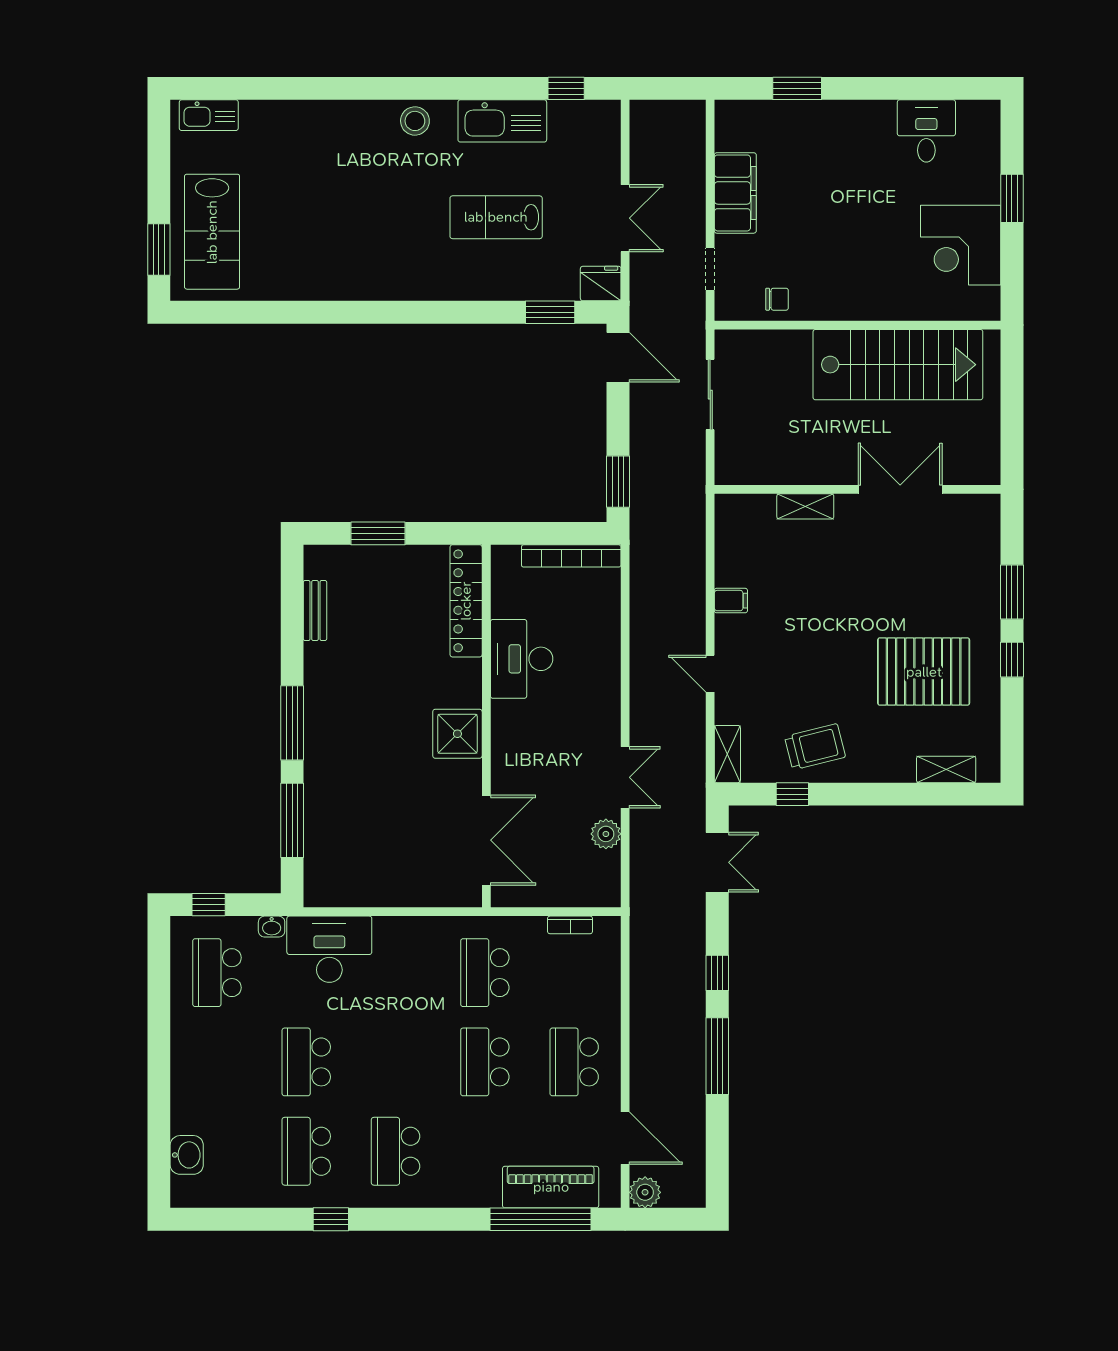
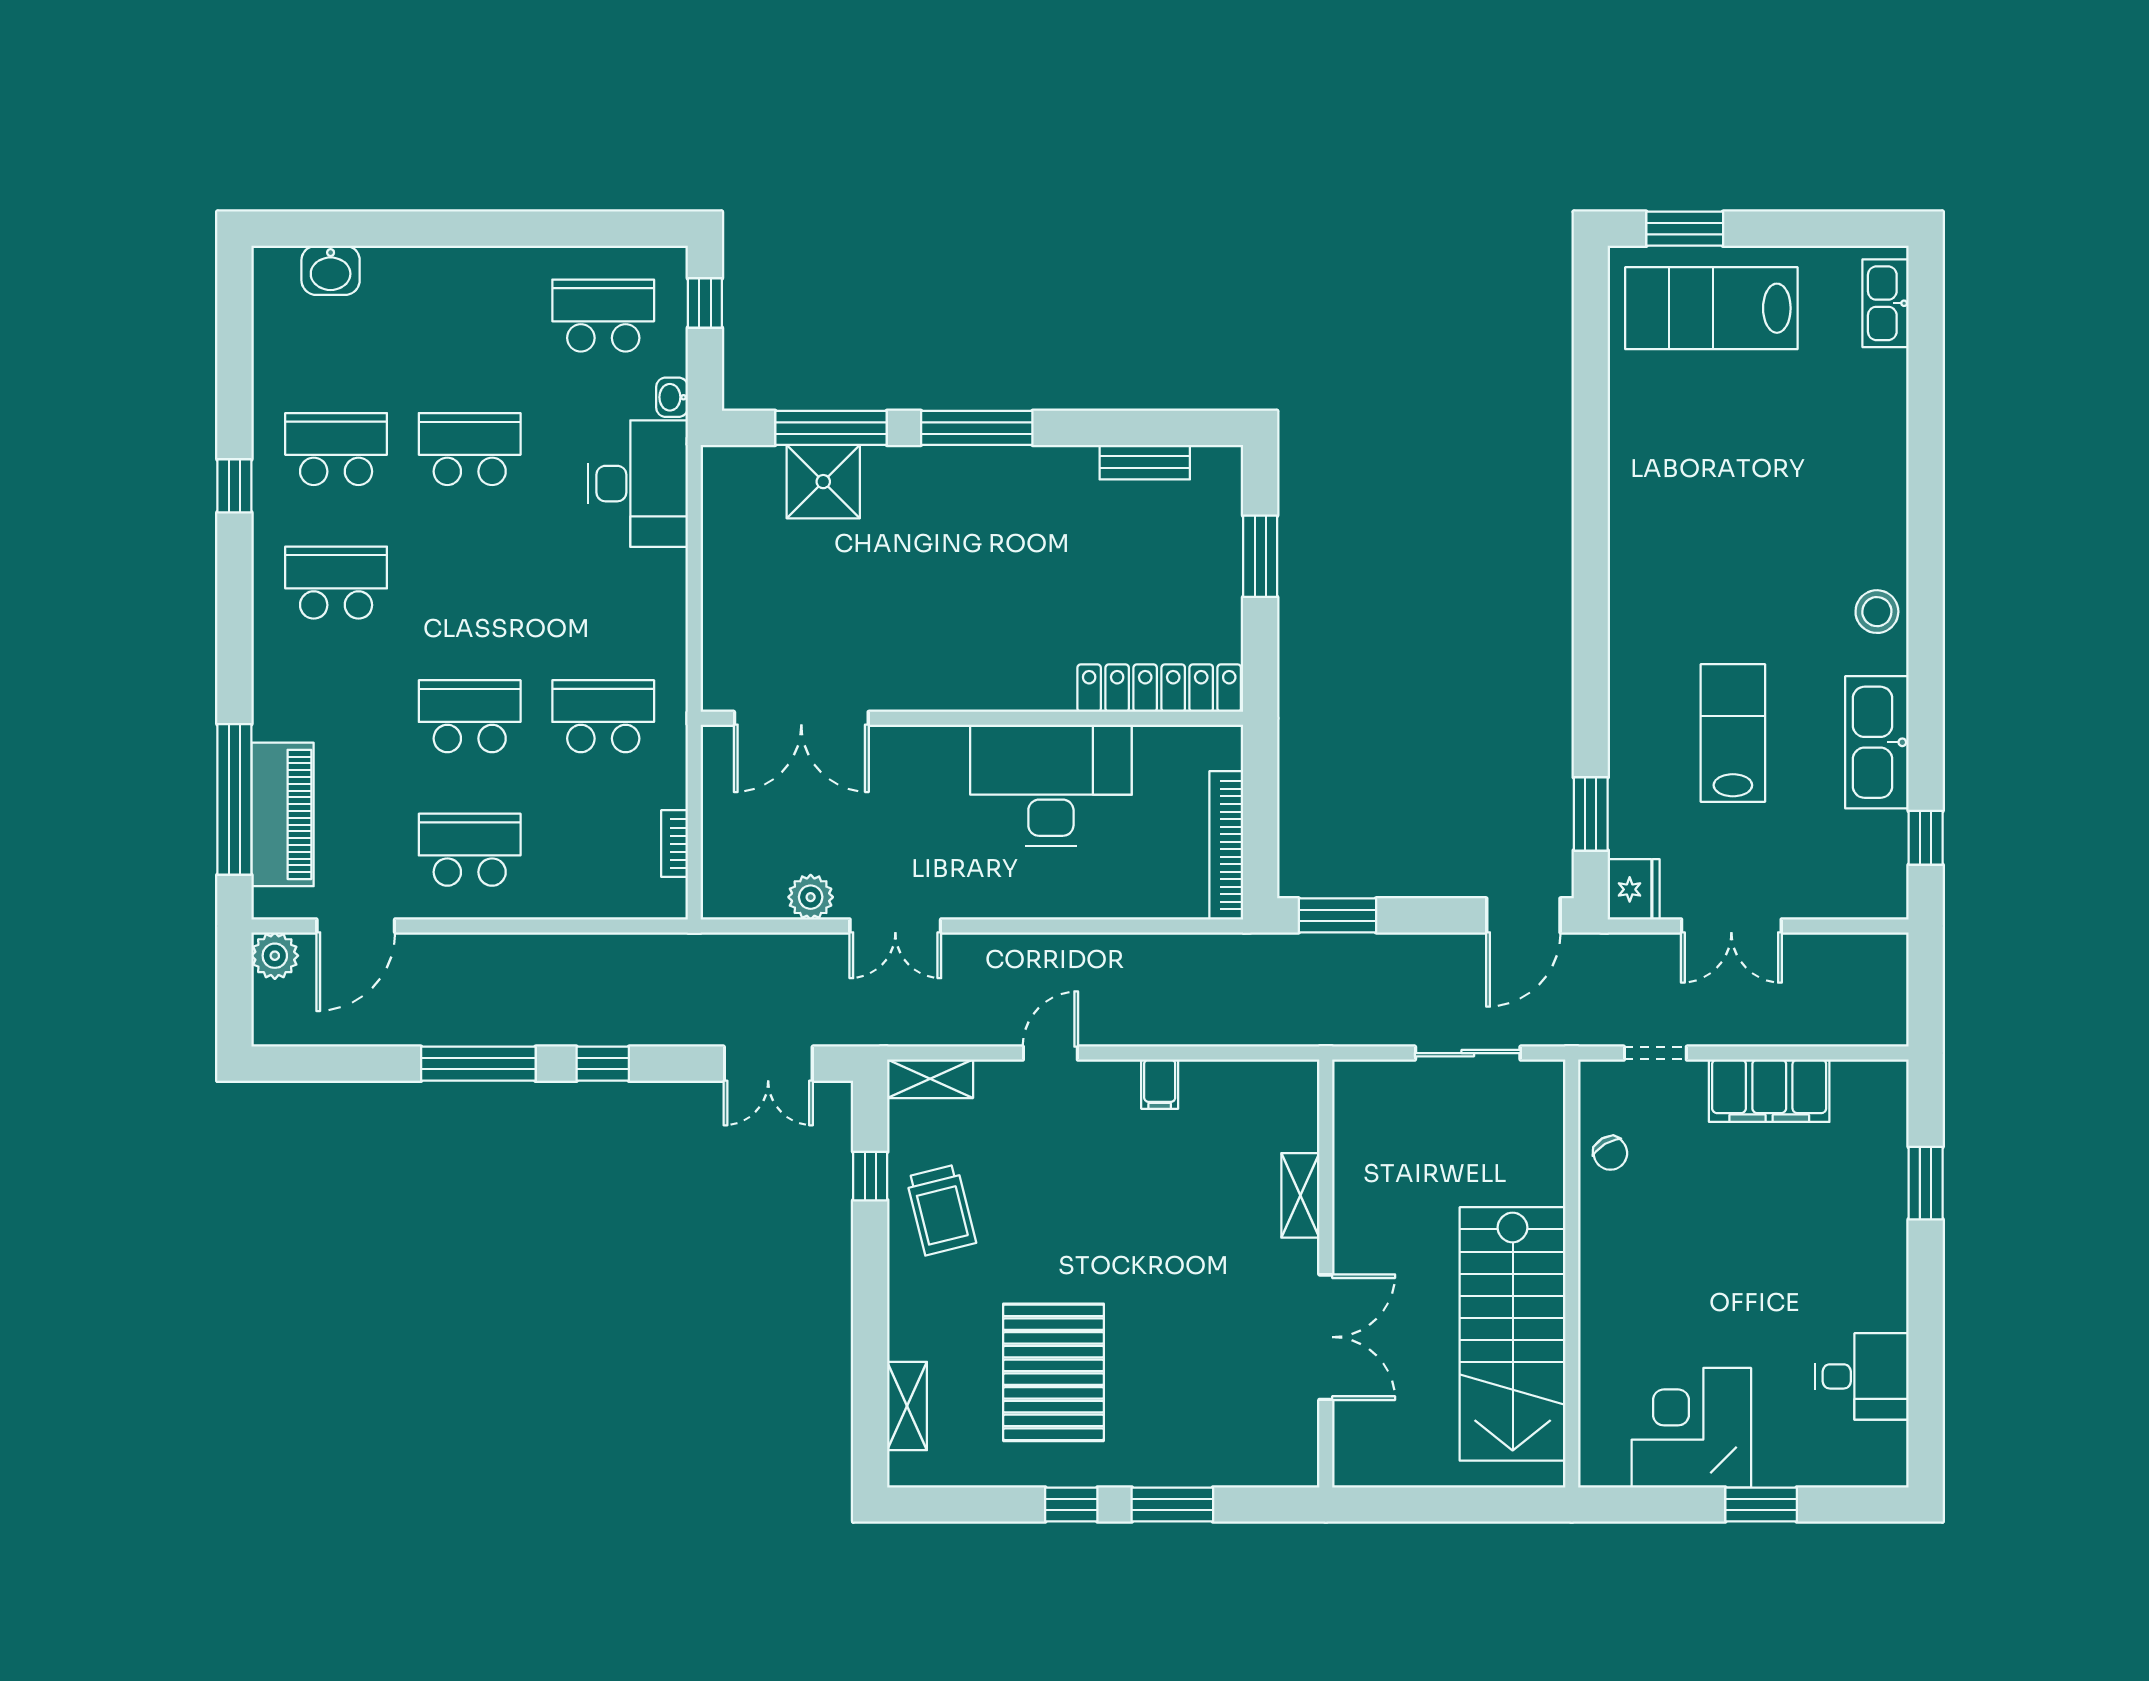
chair: (777, 299) -> (1610, 1153), turned -31
desk: (522, 659) -> (1051, 785), width x1.36, depth x1.30
shower: (457, 734) -> (823, 482), moved

